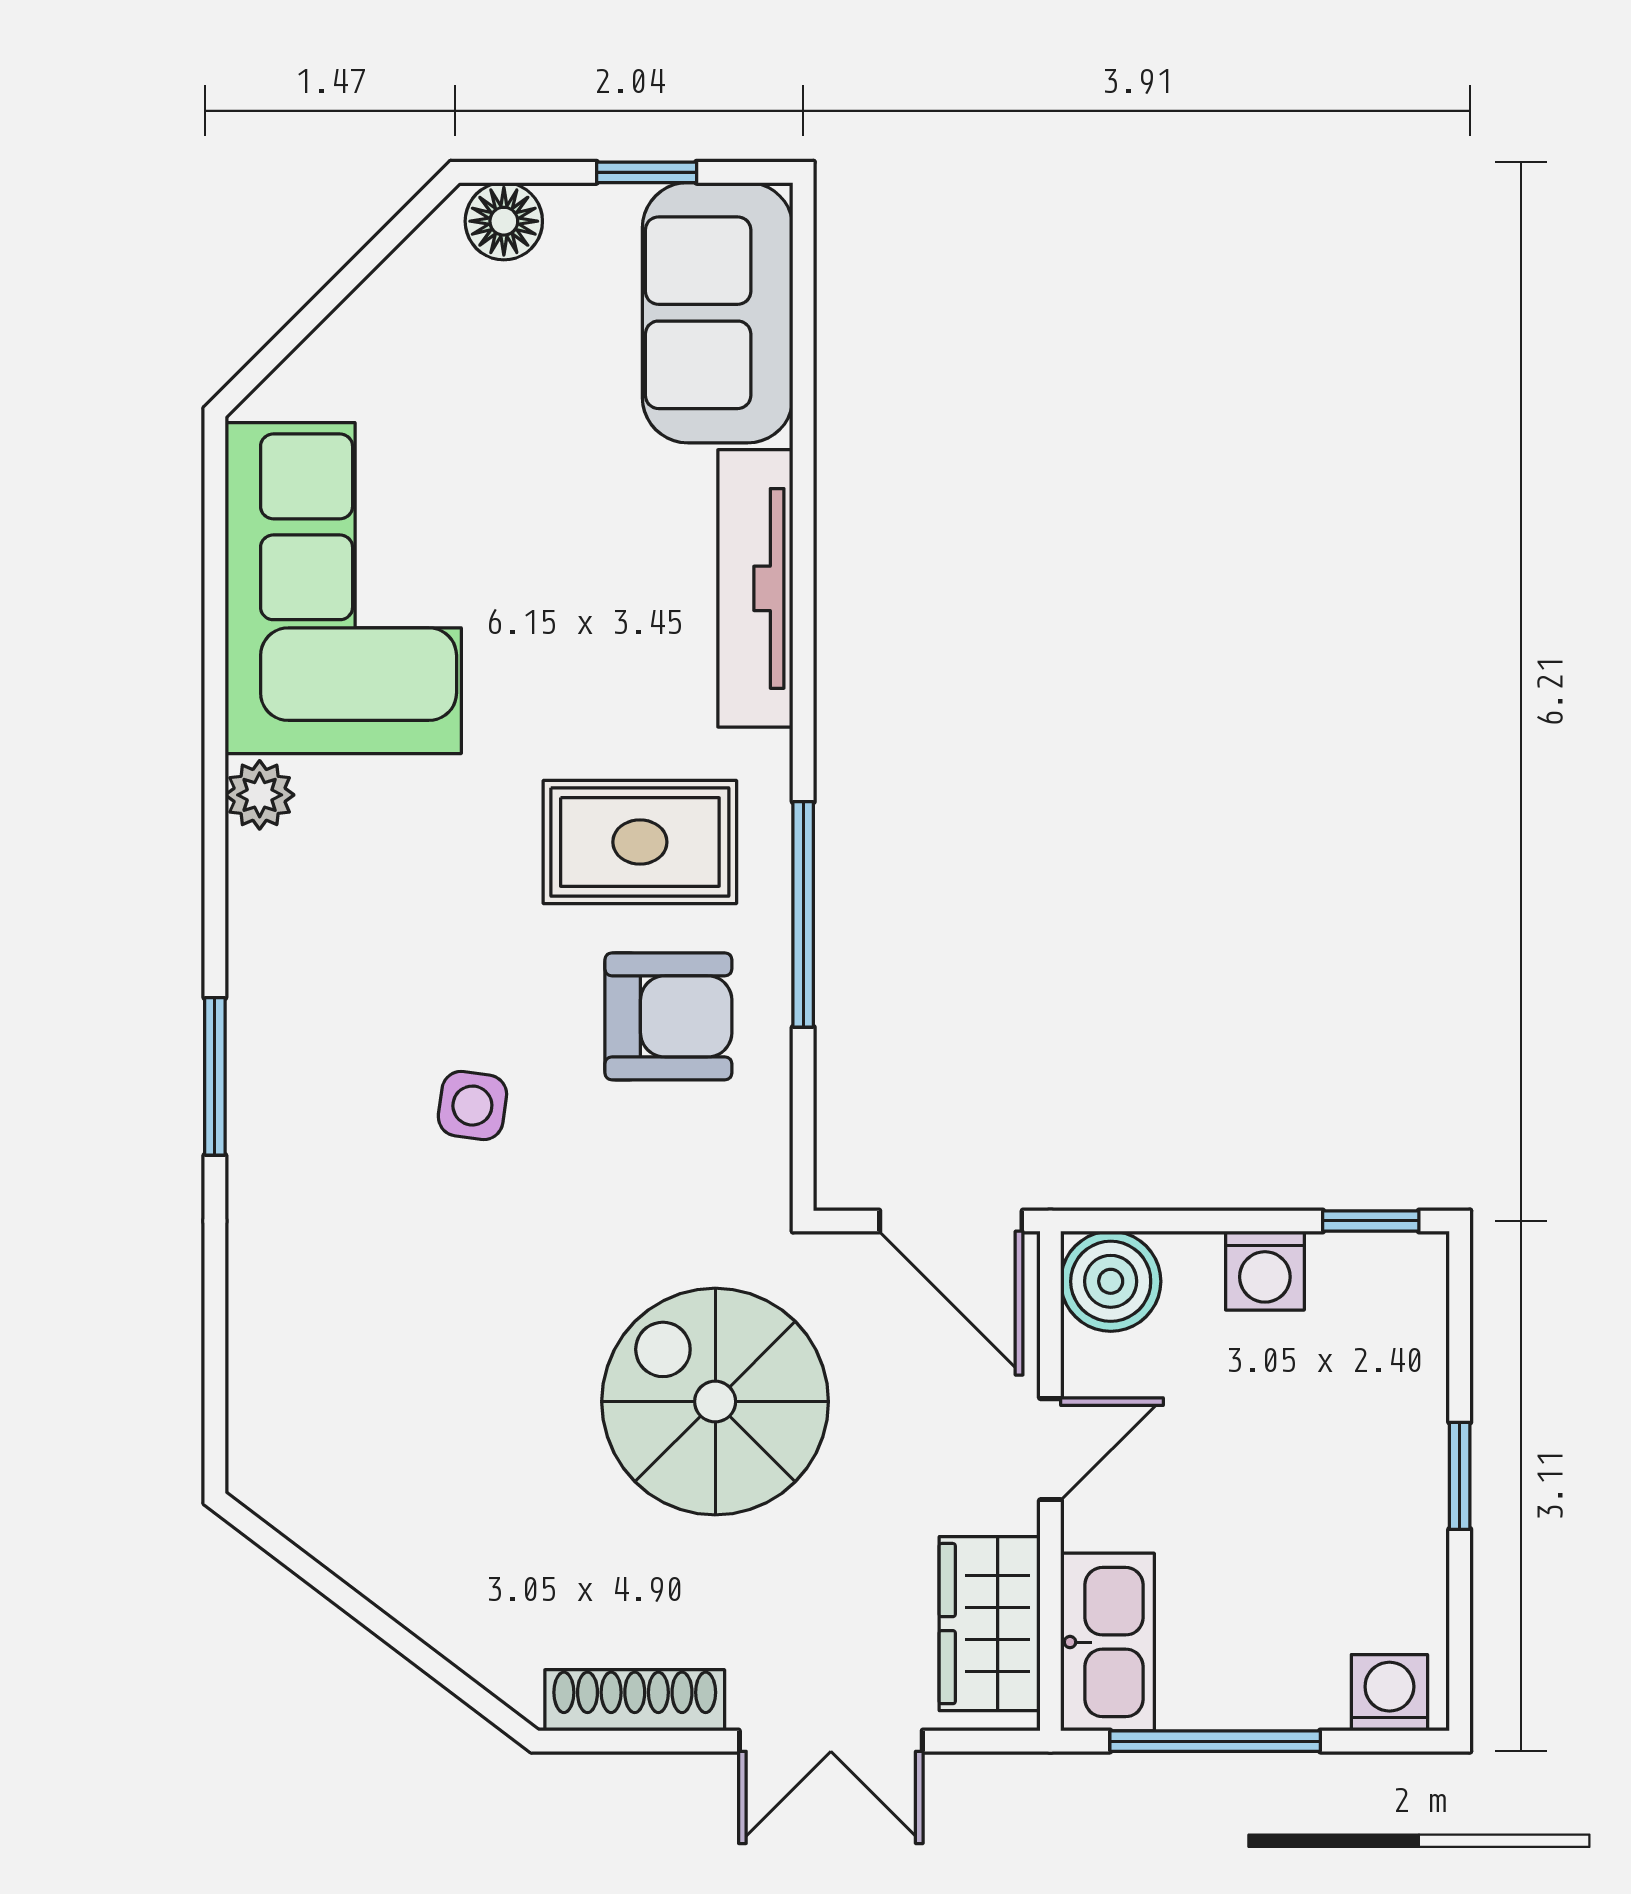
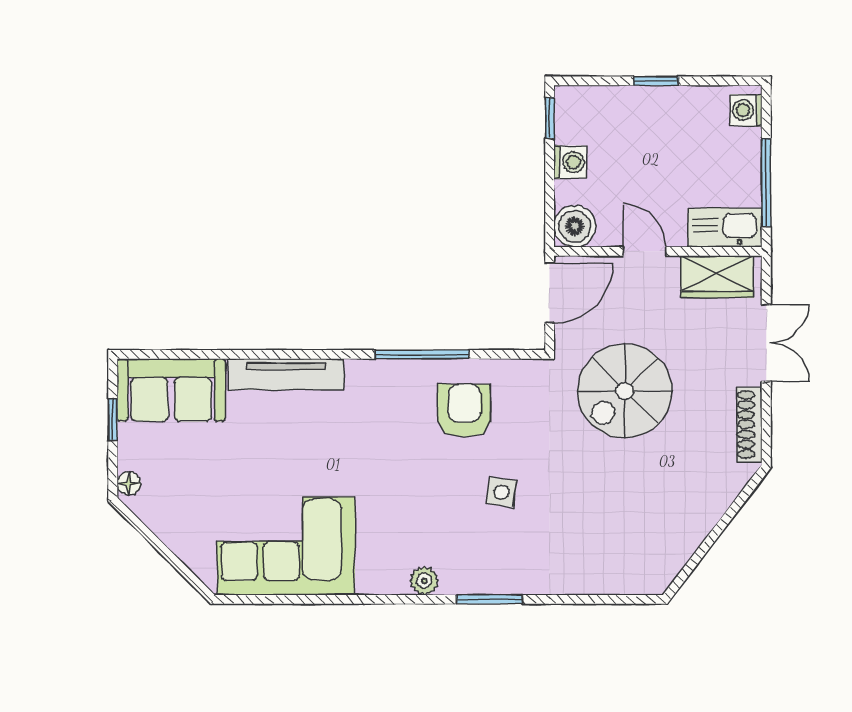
floor lamp: (504, 221) -> (129, 483), width x0.73, depth x0.73
plant: (260, 795) -> (424, 581), moved
rug: (640, 842) -> (392, 422), removed

